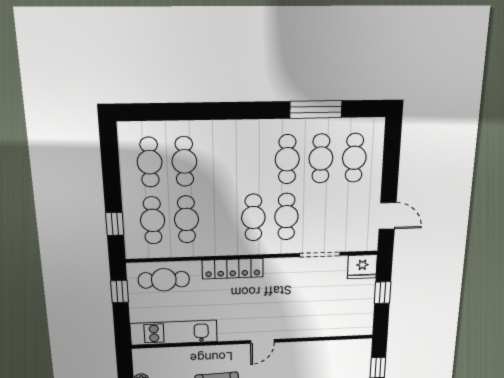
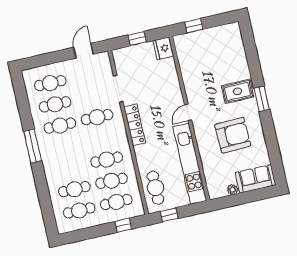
window: (316, 109) -> (33, 146), moved
cafe table: (253, 218) -> (107, 160), moved
fridge: (362, 267) -> (163, 48), moved, turned 180
locker: (233, 269) -> (135, 125), moved
kitchen unit: (174, 333) -> (190, 164), width x1.36
door: (262, 341) -> (188, 112), swing flipped

